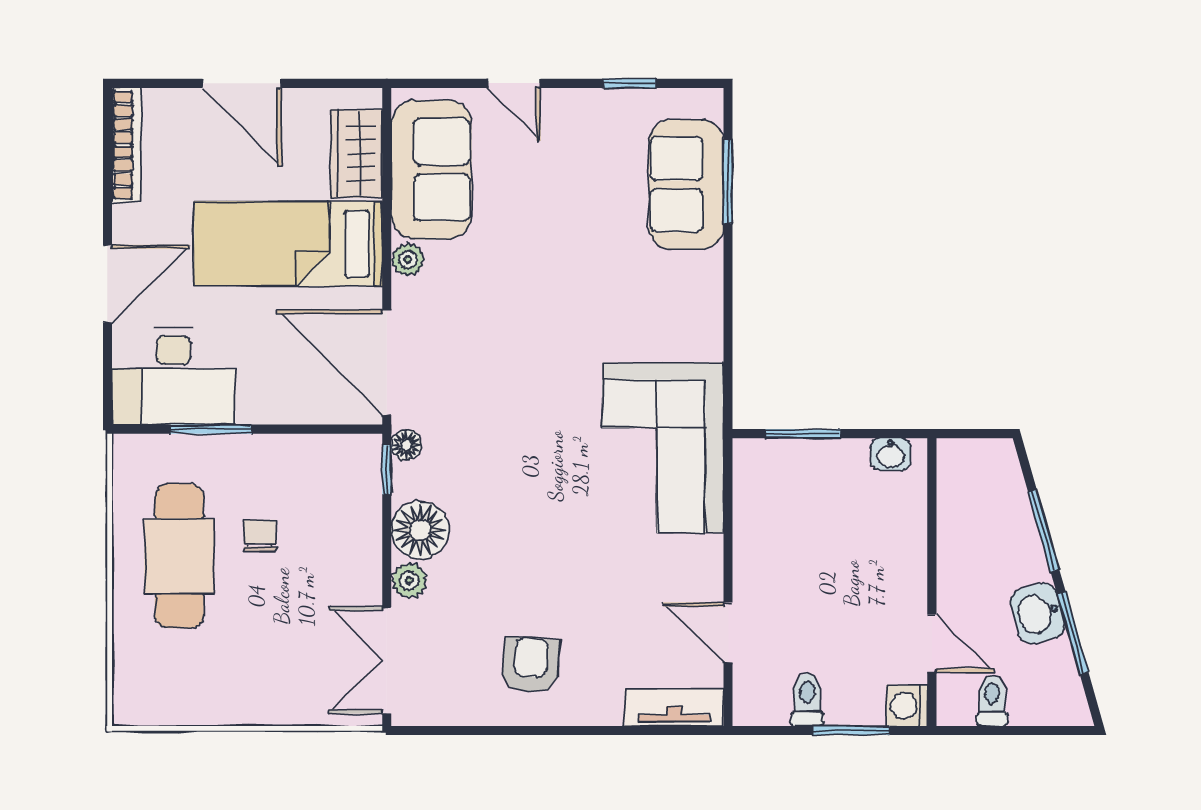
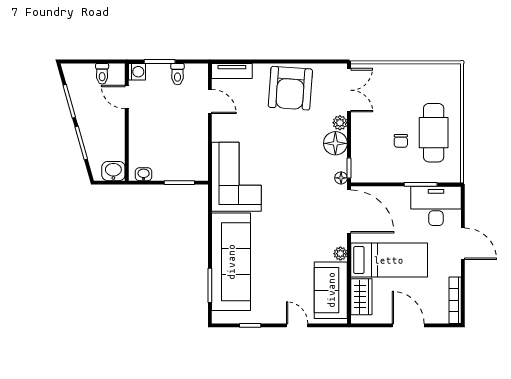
sofa: (686, 184) -> (231, 262), width x1.85, depth x1.27
door: (107, 284) -> (463, 244), swing flipped
washbasin: (1038, 613) -> (113, 171), moved, turned -74
armchair: (531, 665) -> (290, 88), width x1.88, depth x1.88

